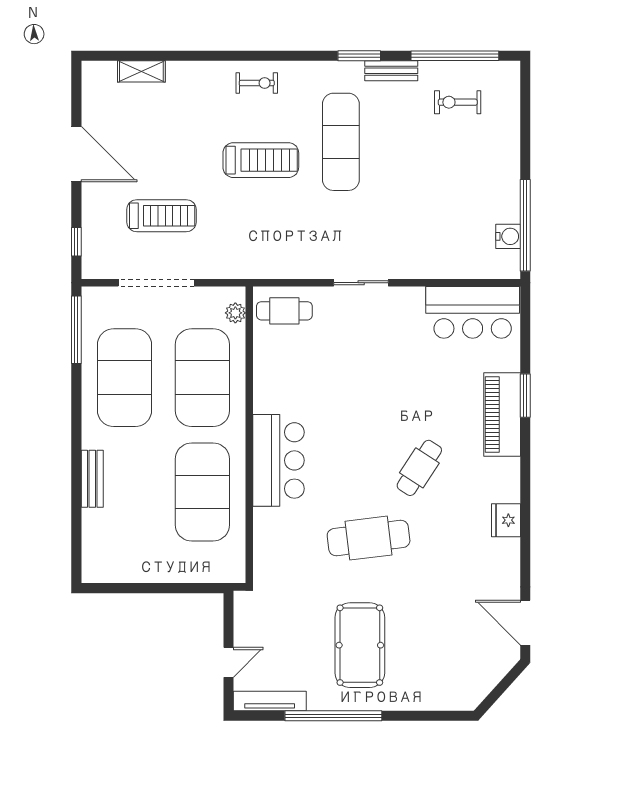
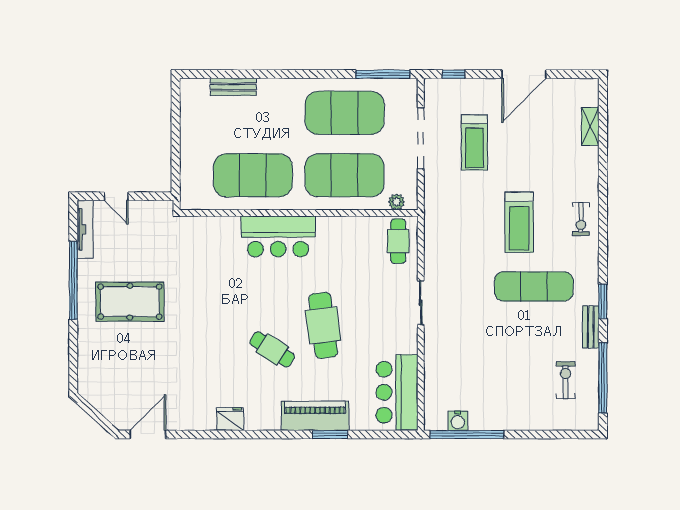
bench: (92, 479) -> (233, 87), moved
cafe table: (369, 538) -> (323, 325), moved

